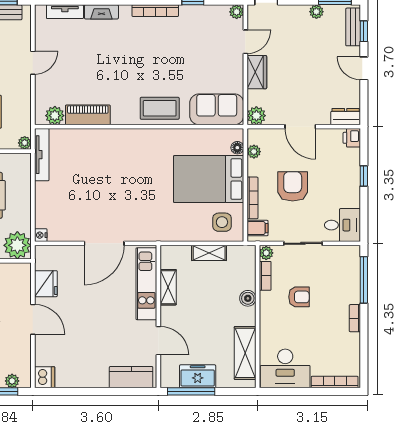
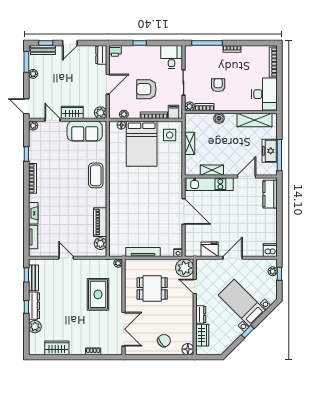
sofa: (217, 109) -> (85, 131), moved, turned -90
tv unit: (42, 155) -> (143, 252), moved

